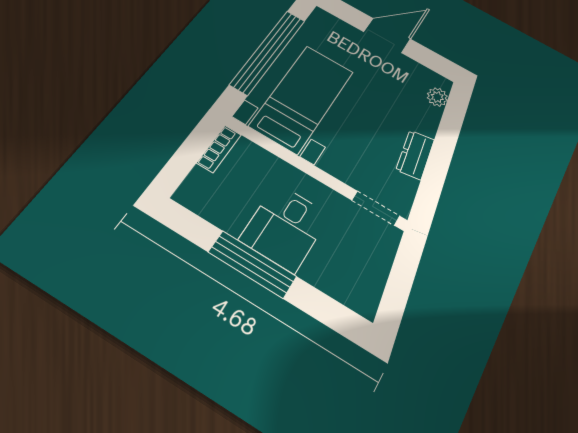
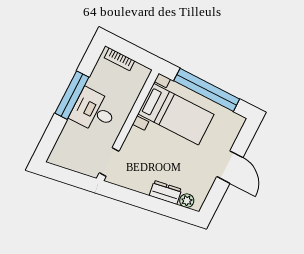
bookcase: (219, 149) -> (119, 59), moved
dresser: (415, 155) -> (165, 192), moved

